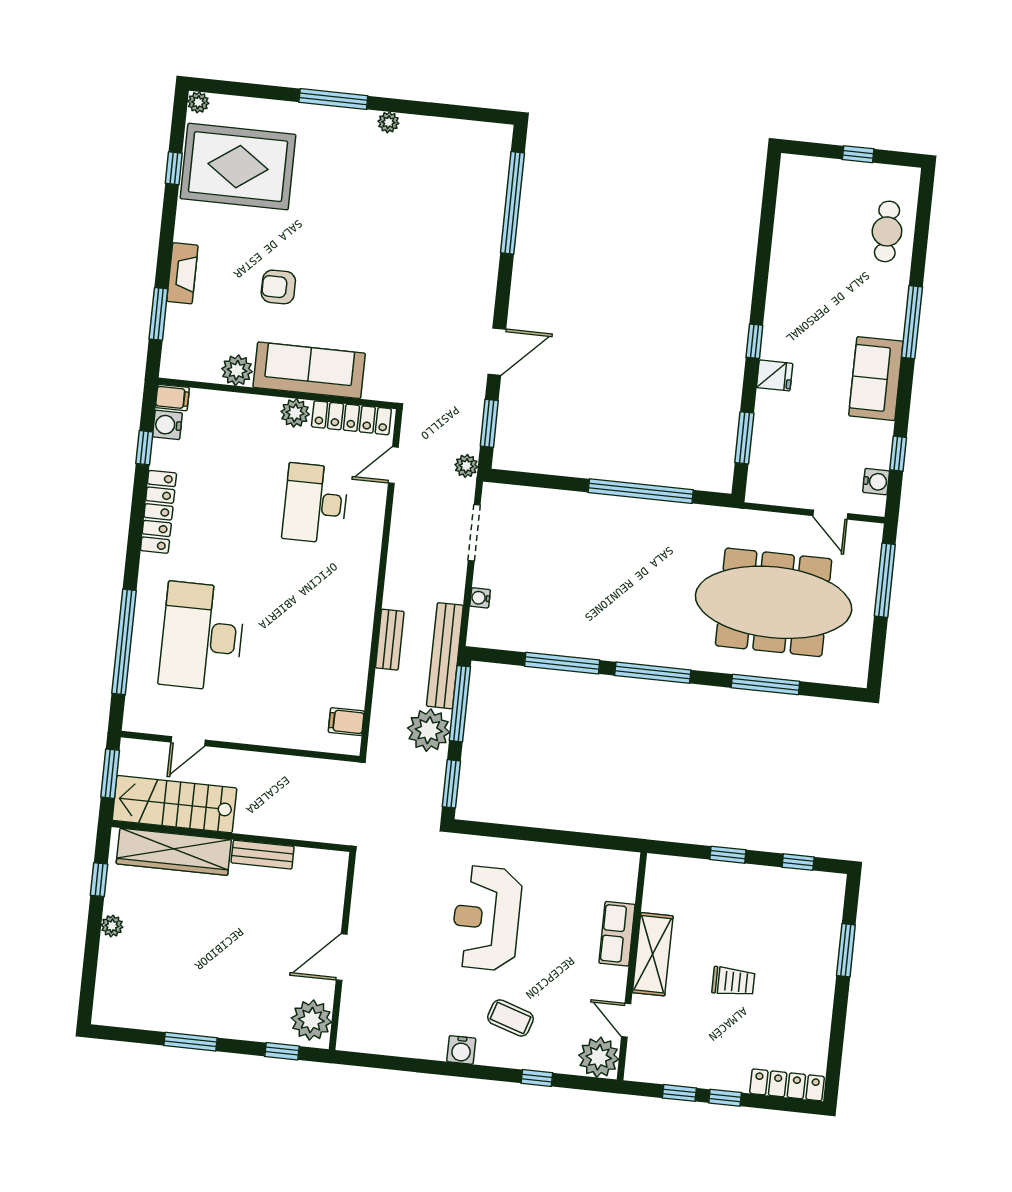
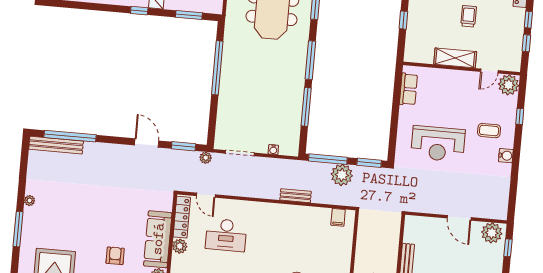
armchair: (278, 287) -> (115, 256), turned 180
bench: (445, 656) -> (56, 145), moved
row of seats: (617, 934) -> (408, 89), moved, turned -90
coffee table: (511, 1018) -> (489, 131), turned 72

